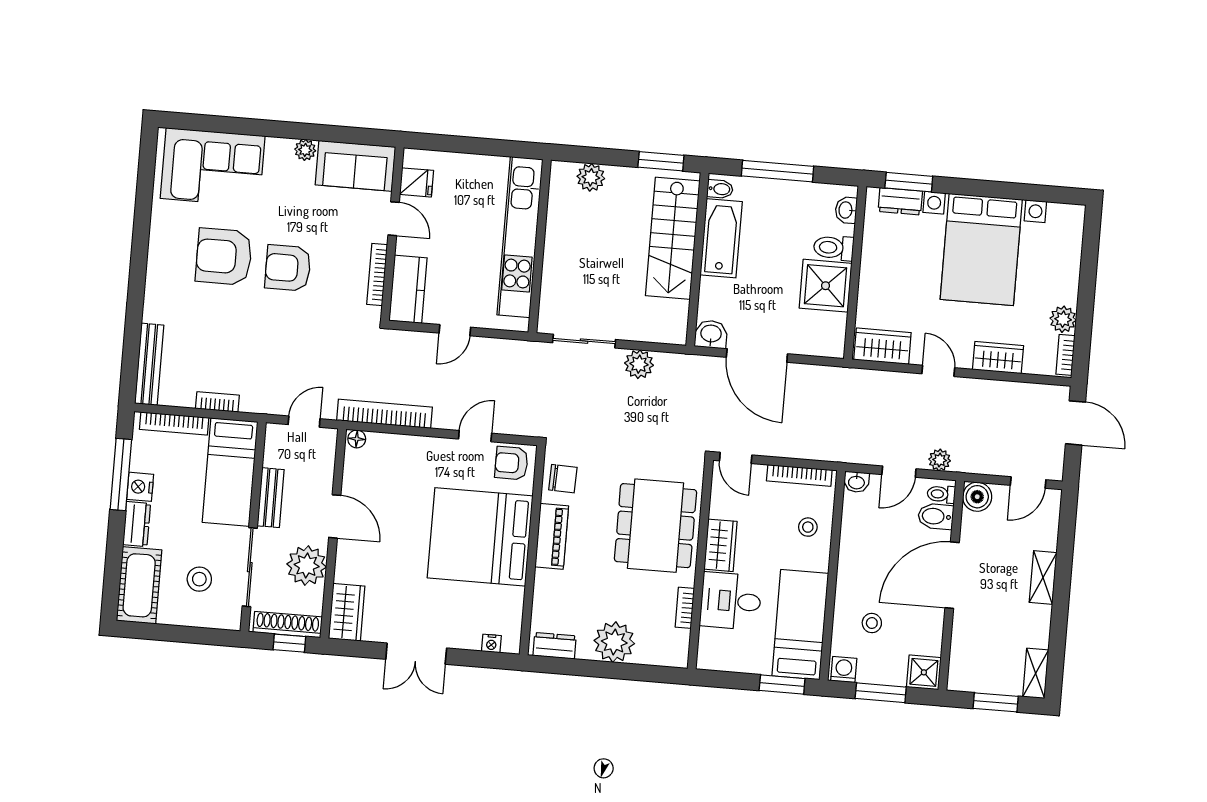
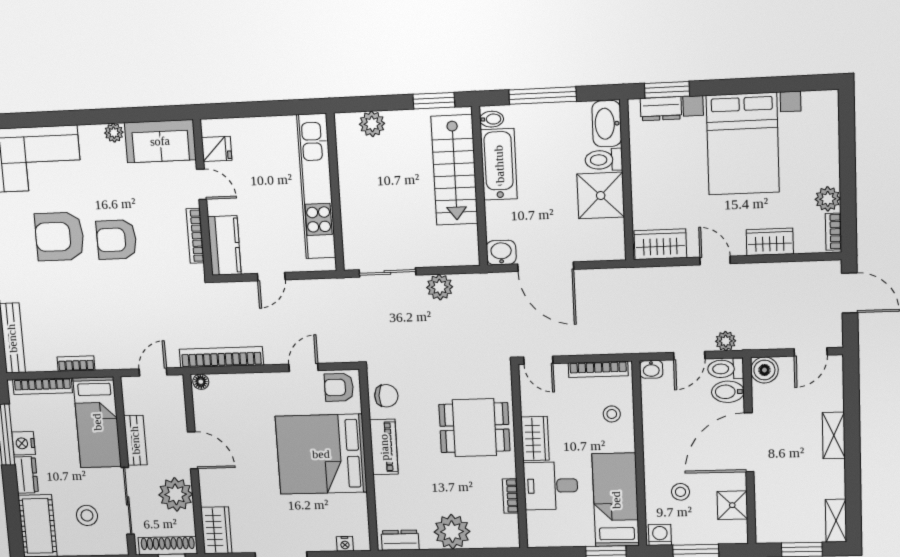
washbasin: (846, 210) -> (607, 124), width x1.91, depth x1.45
toilet: (941, 494) -> (726, 369), width x1.37, depth x1.39
dining table: (655, 526) -> (474, 428), width x0.73
shower: (924, 672) -> (732, 505), moved

